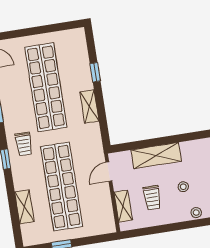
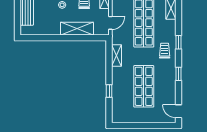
shop shelf: (46, 87) -> (144, 86), width x0.71
shelving: (89, 106) -> (117, 55), moved

